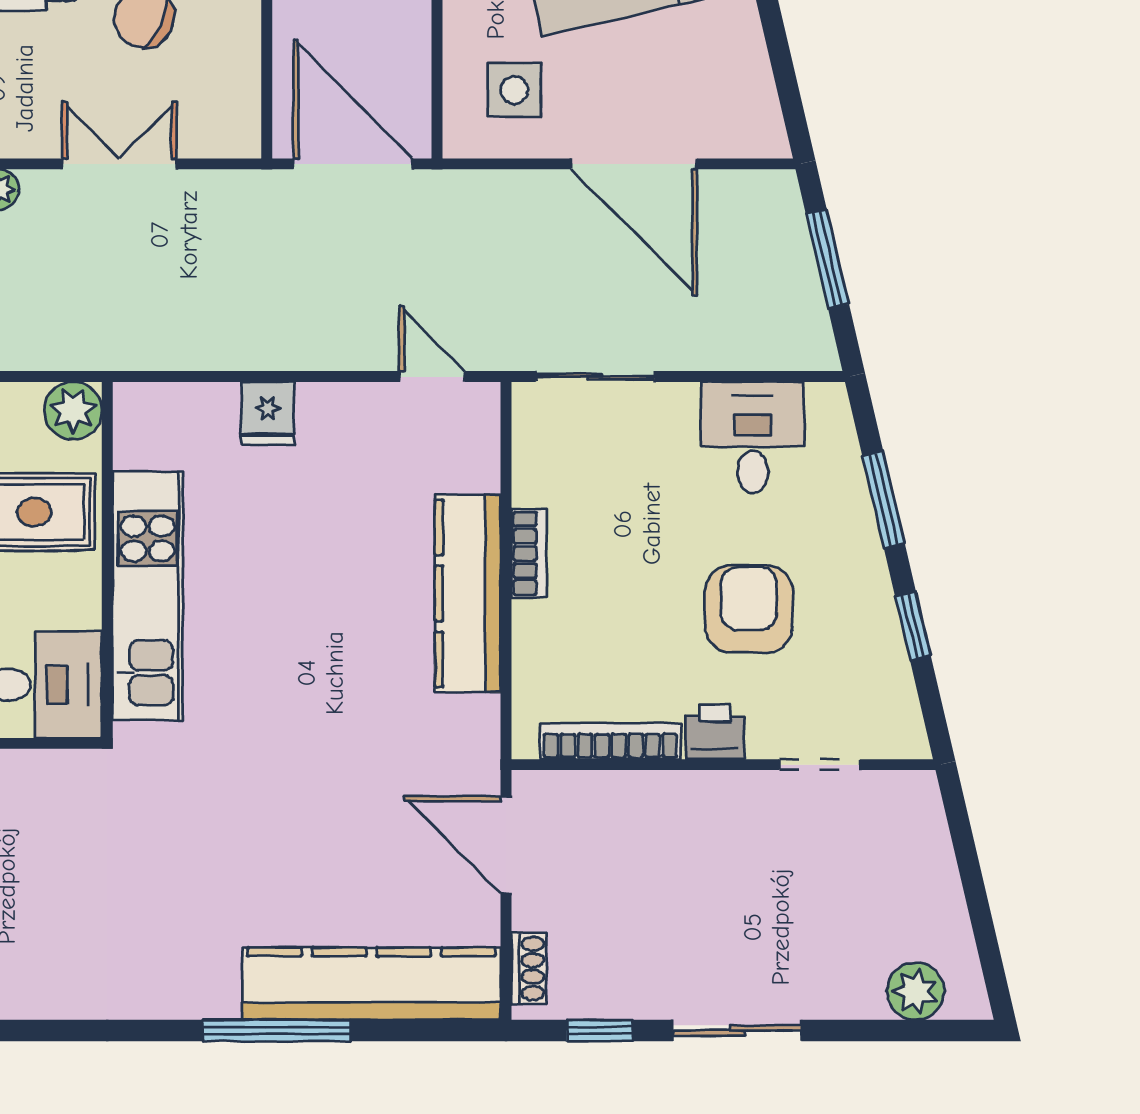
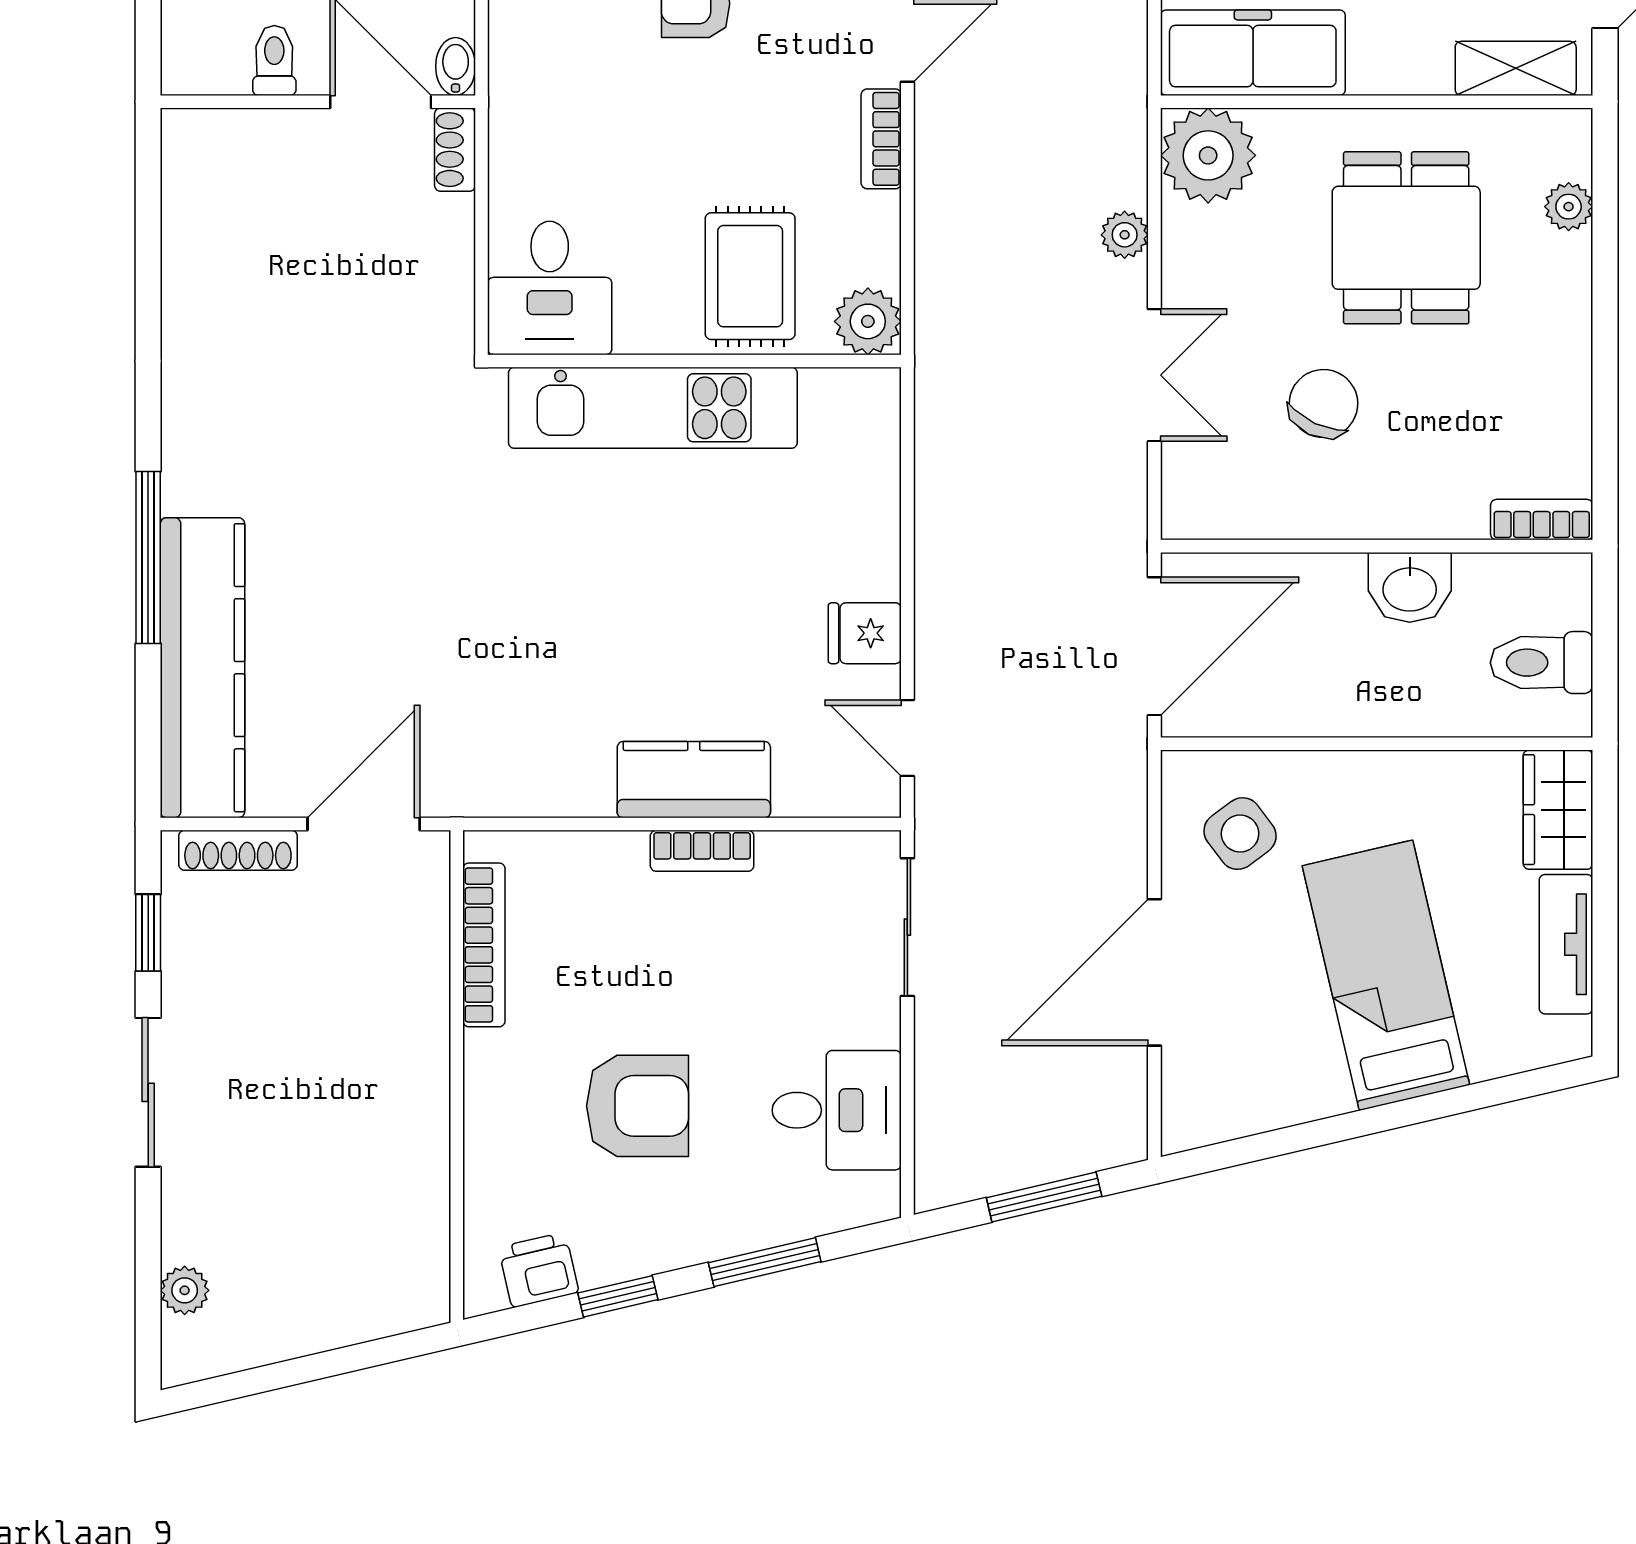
side table: (514, 90) -> (1240, 834), turned -37
door: (432, 377) -> (907, 738), swing flipped
fridge: (268, 413) -> (865, 633), moved
kitchen counter: (468, 593) -> (694, 780), width x0.67
printer: (715, 732) -> (539, 1270), moved, turned -103
doorway: (819, 765) -> (457, 1188), removed
shoe rack: (529, 968) -> (238, 850), width x1.43
plant: (916, 991) -> (185, 1290), width x0.73, depth x0.73

